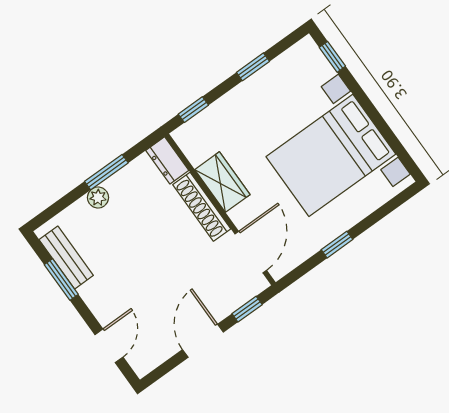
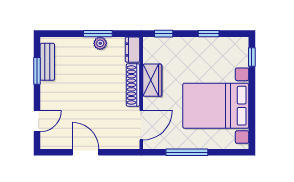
plant: (98, 198) -> (100, 43), moved
window: (337, 245) -> (187, 152), width x2.17
window: (247, 309) -> (119, 152), removed
door: (203, 341) -> (86, 152), hinge flipped

